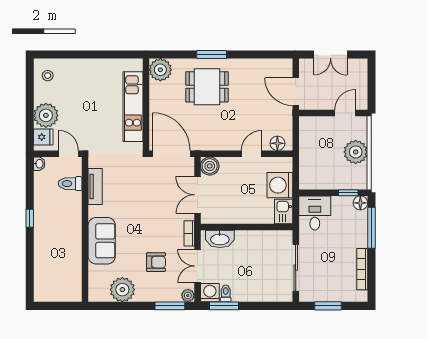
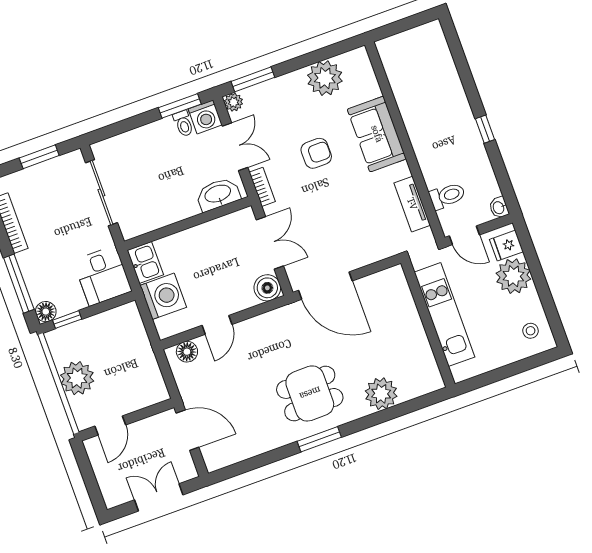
wall: (146, 105) -> (428, 324), moved
kitchen unit: (133, 107) -> (444, 315), moved
armchair: (156, 262) -> (316, 153), moved, turned 180

